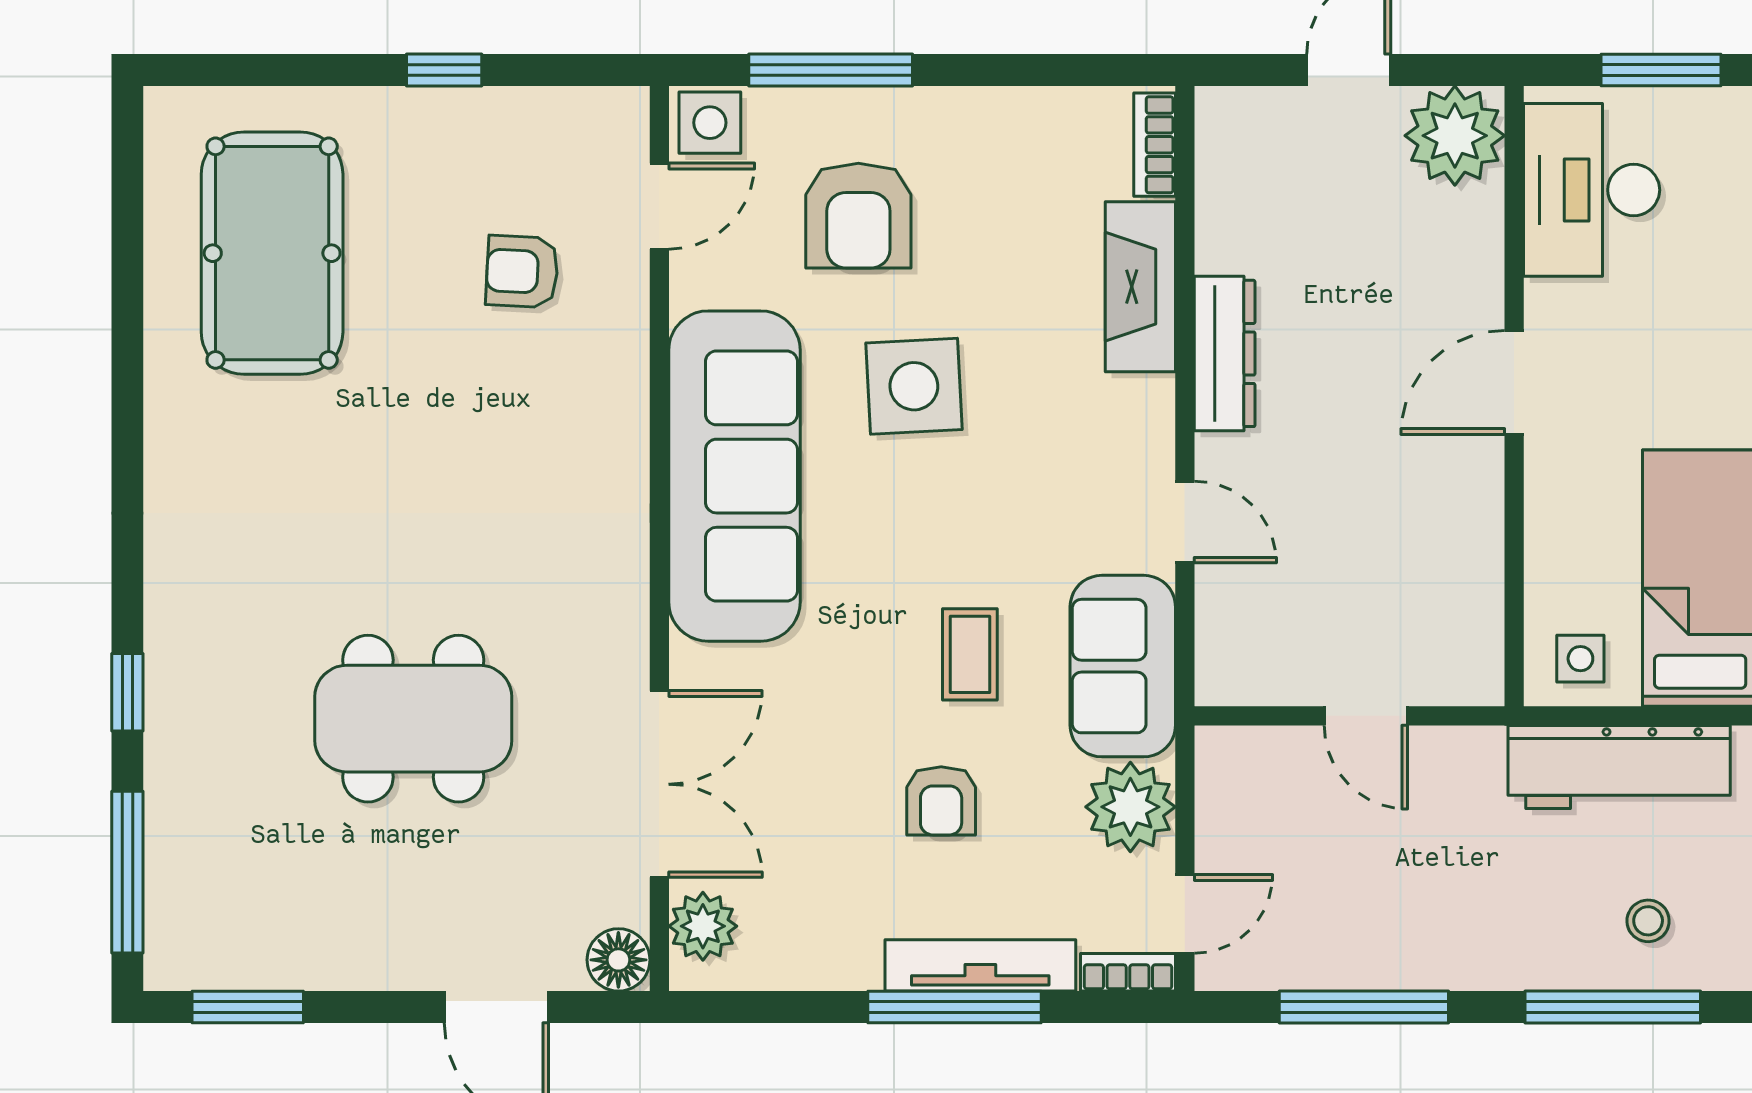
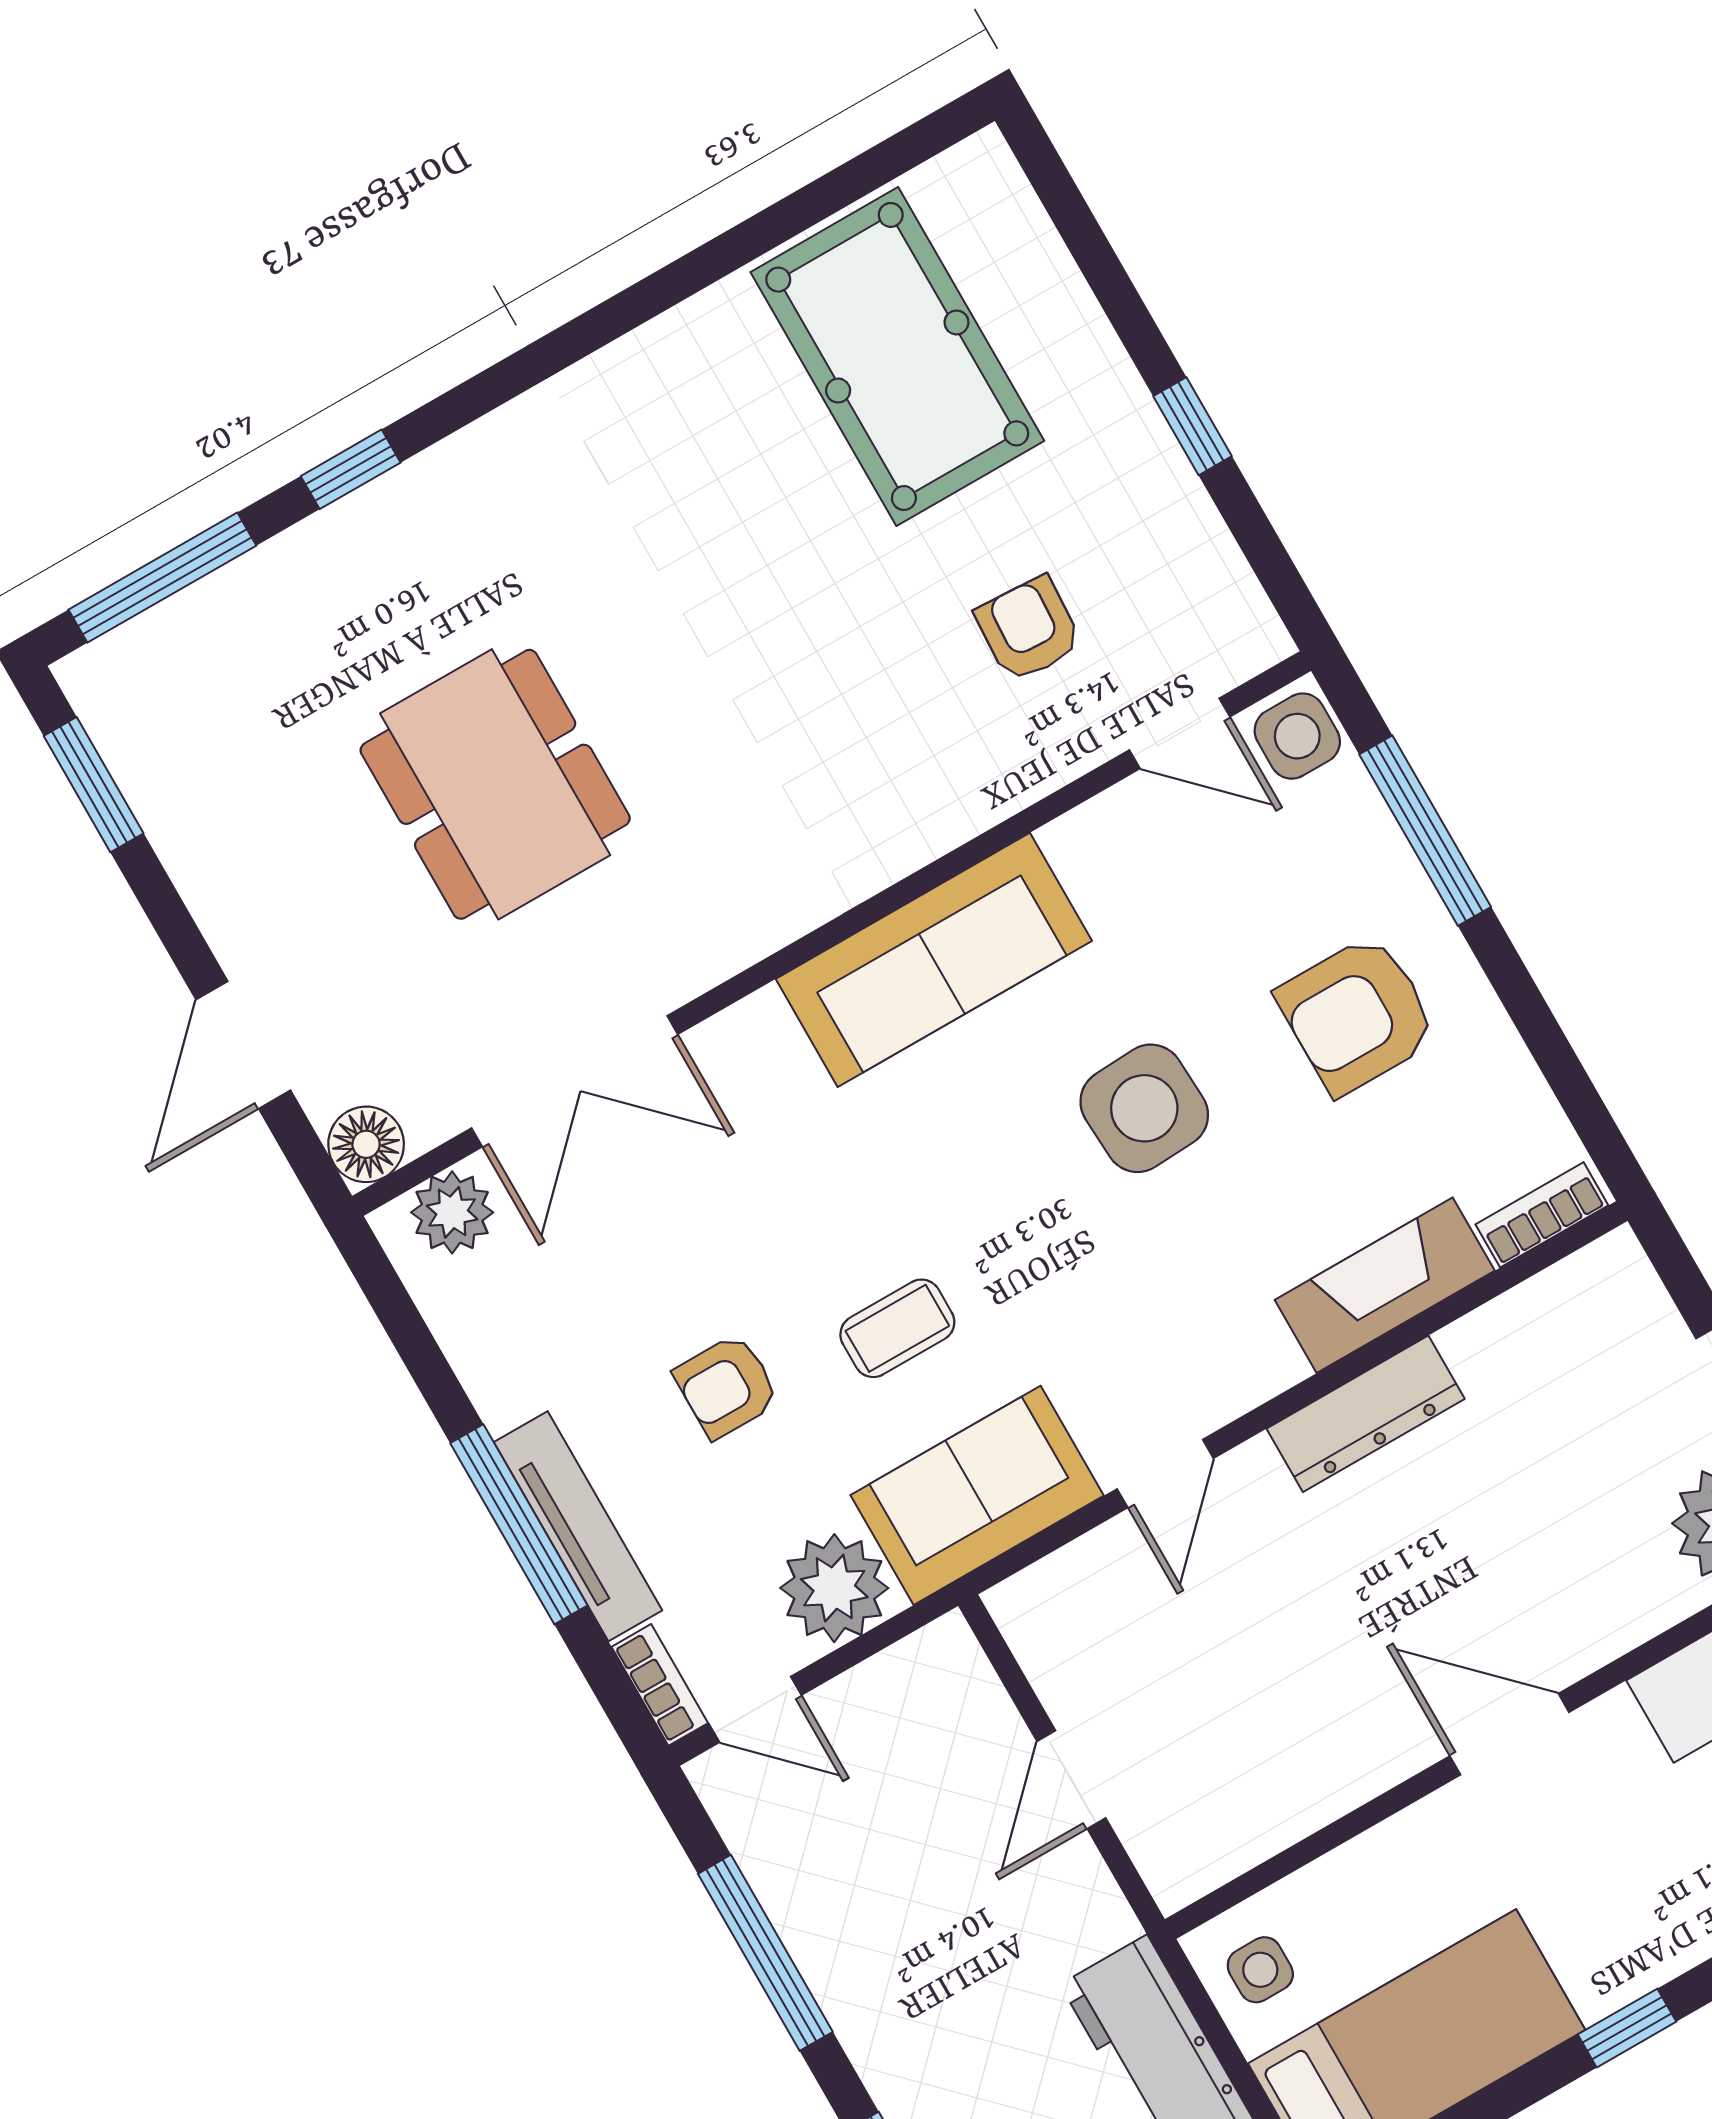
armchair: (858, 216) -> (1357, 1015), moved
pool table: (272, 253) -> (897, 356), turned 90
sofa: (734, 476) -> (934, 960), width x0.74, depth x0.79

